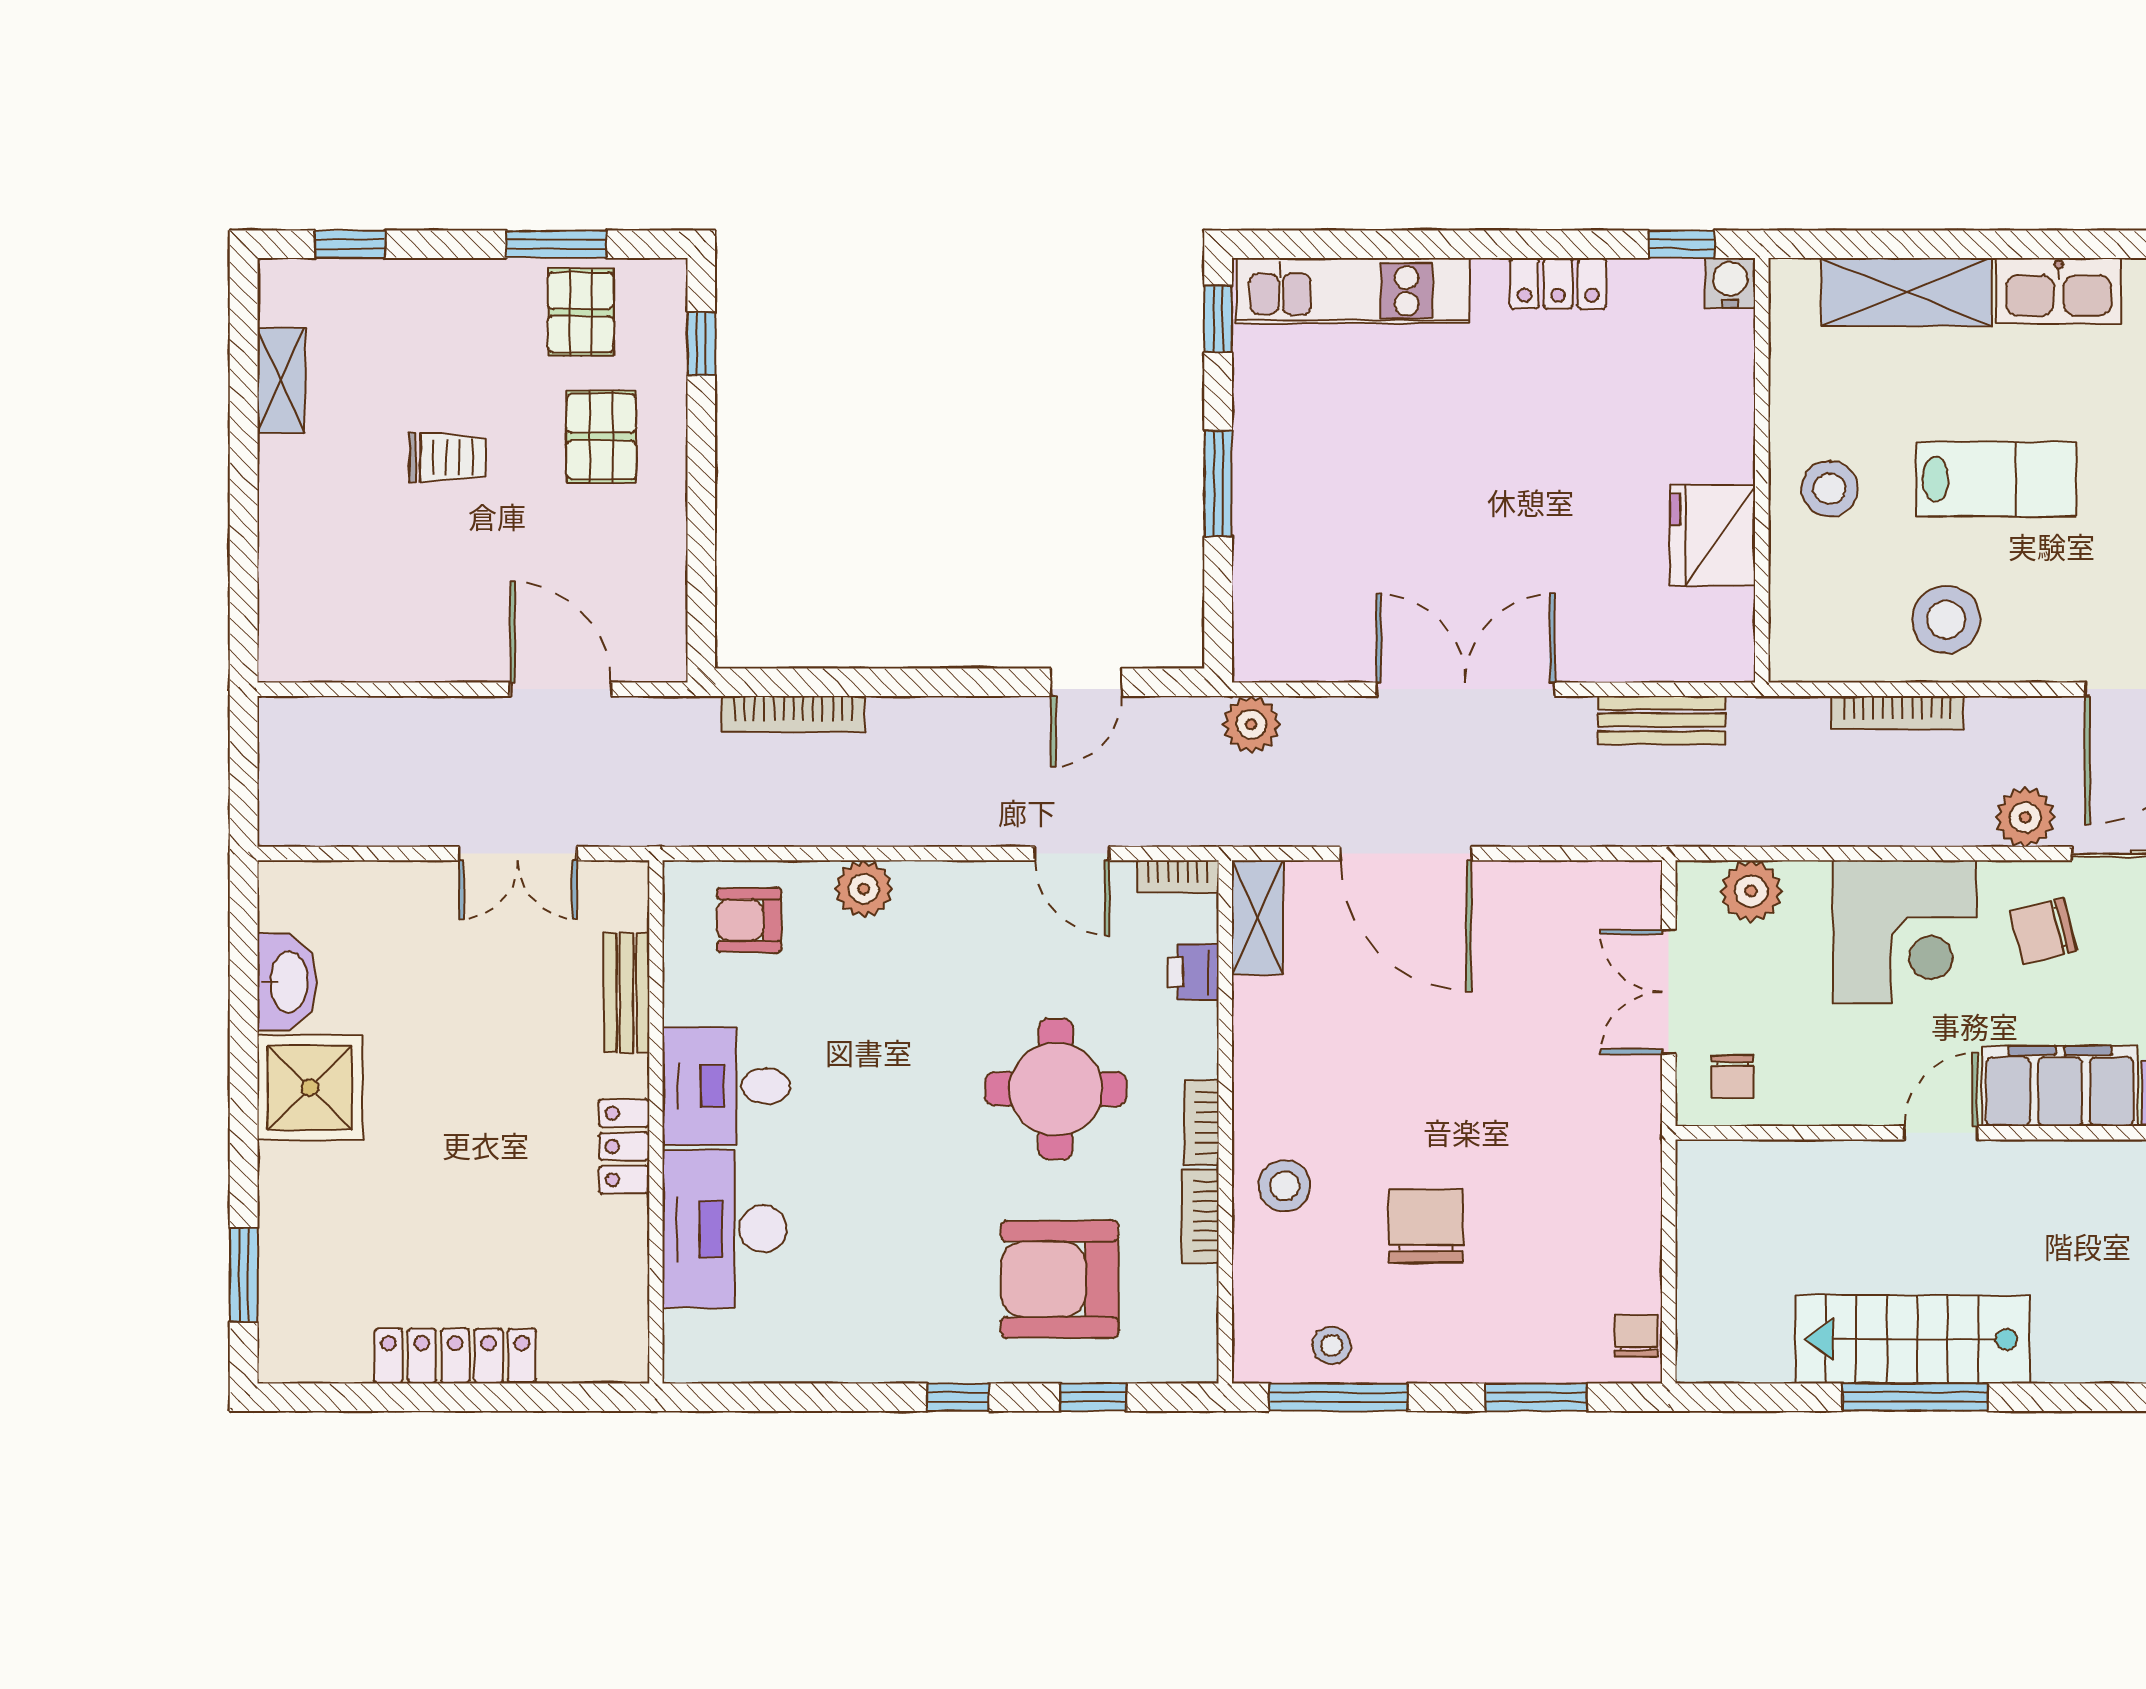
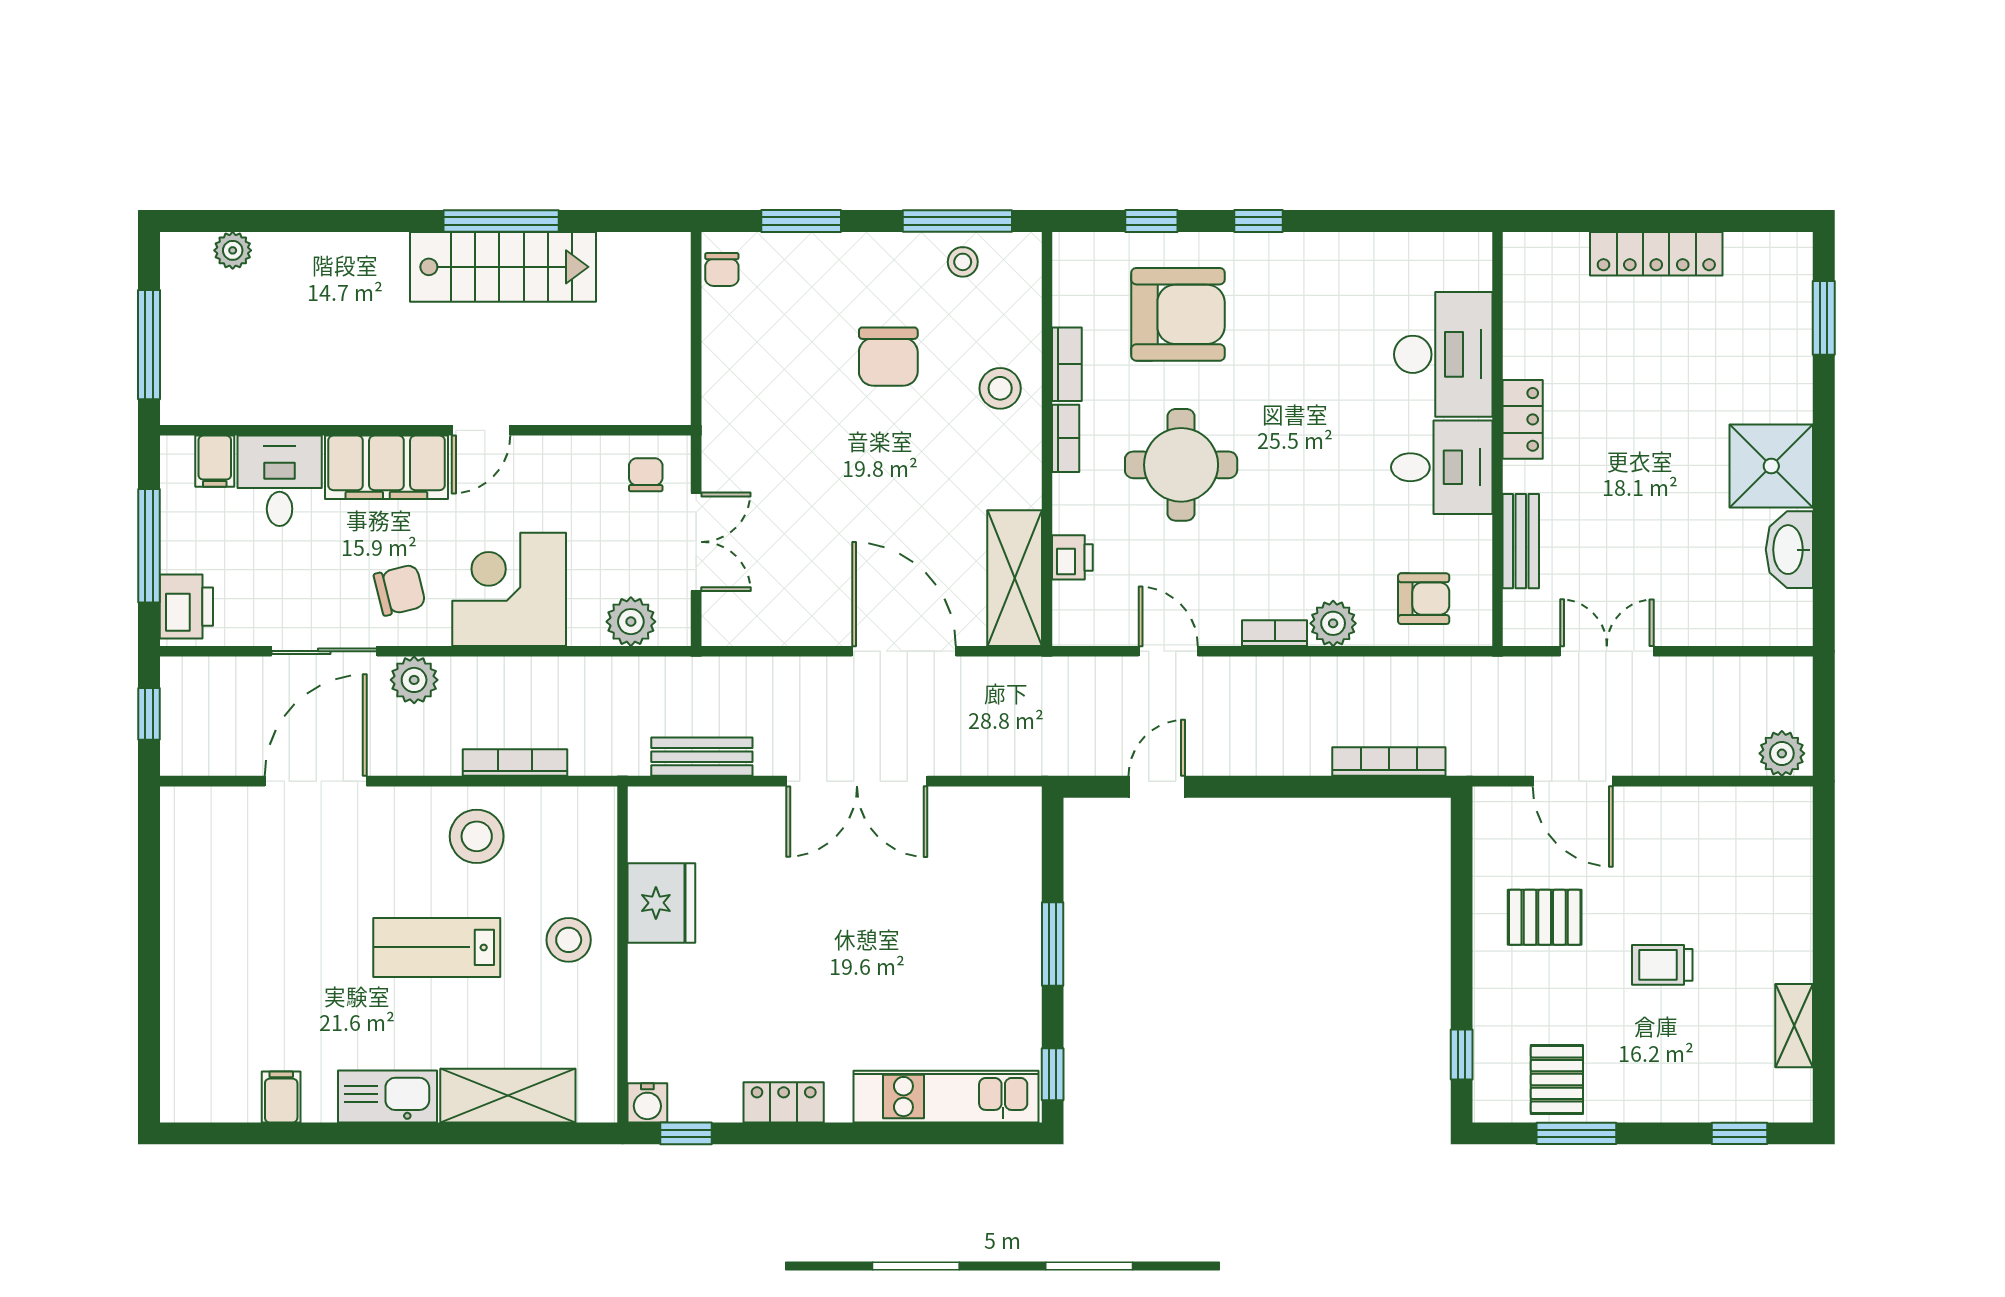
pallet: (601, 437) -> (1545, 917), moved, turned 90
plant: (1251, 724) -> (1782, 753), moved
bookcase: (1178, 877) -> (1275, 633), moved
shelving: (1258, 917) -> (1015, 578), width x1.50, depth x1.33

